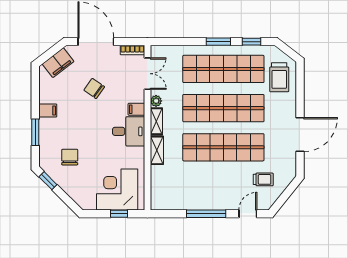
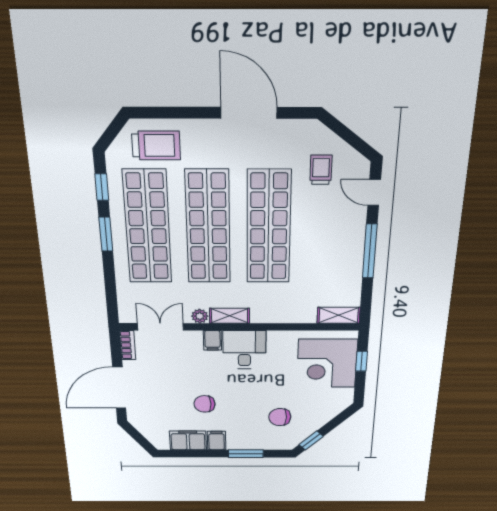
filing cabinet: (58, 63) -> (188, 440), moved, turned -52
chair: (94, 88) -> (204, 404), moved, turned 55
shelving: (157, 150) -> (339, 315), moved

